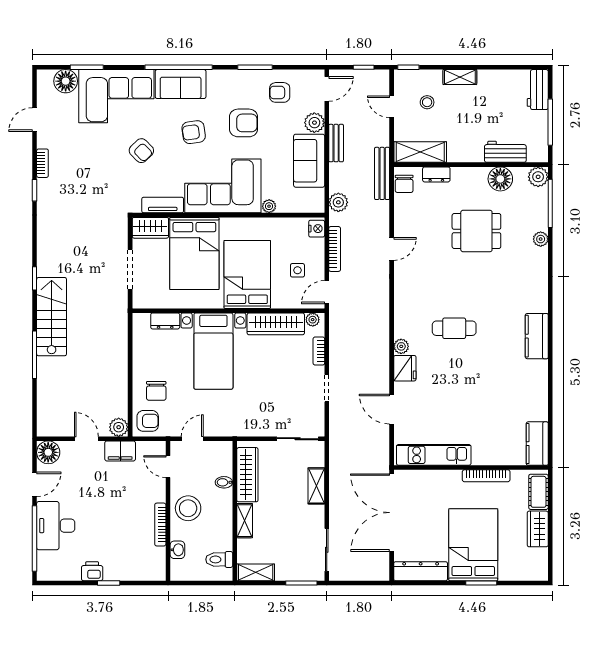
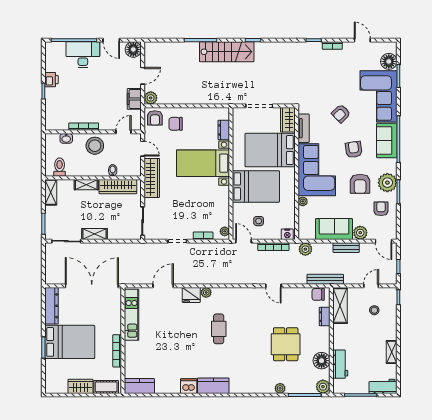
shelving: (460, 77) -> (392, 352), moved
plant: (242, 83) -> (387, 183), added
wardrobe: (276, 324) -> (152, 178), moved, turned 180
dishwasher: (537, 372) -> (189, 386), added
shelving: (316, 486) -> (95, 234), moved

